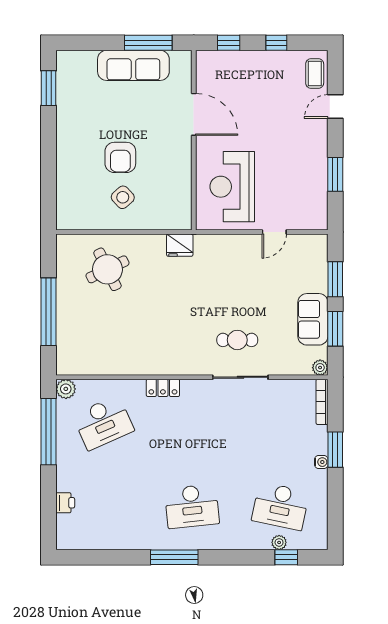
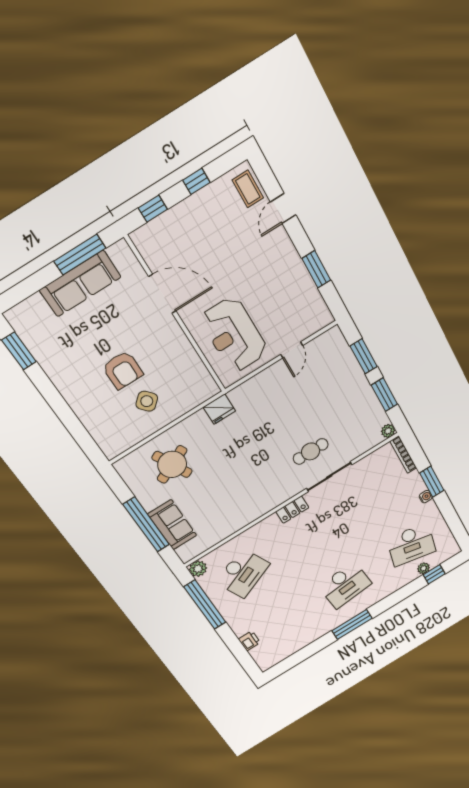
sofa: (313, 319) -> (172, 525), moved, turned 180
locker: (163, 388) -> (292, 510), moved

